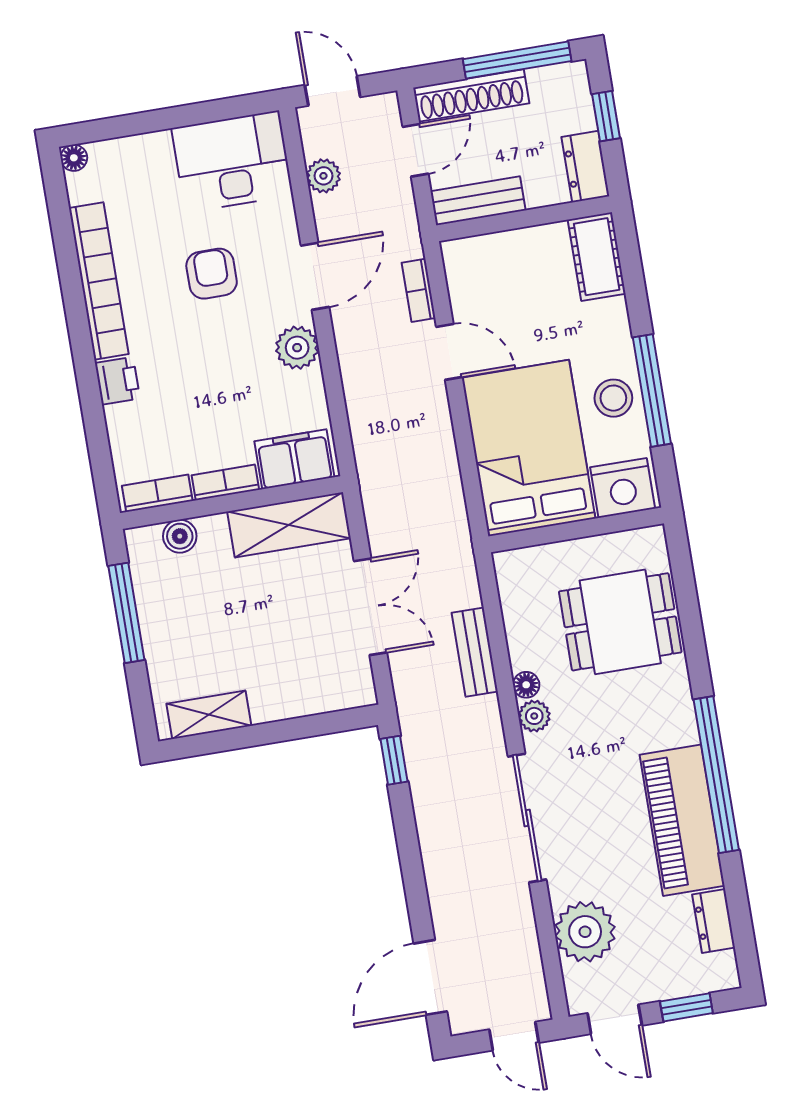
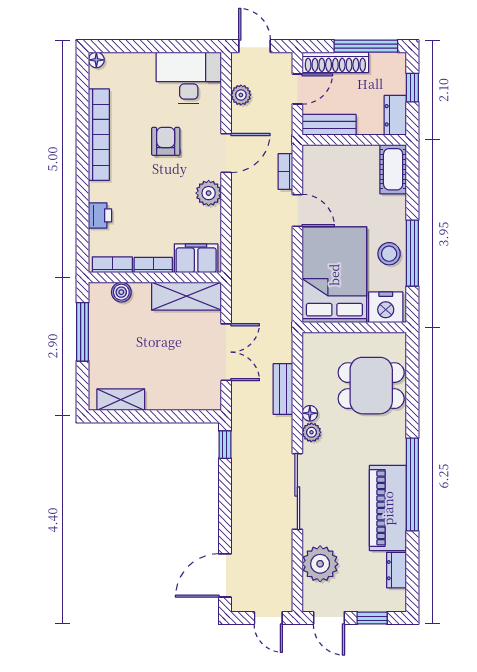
printer: (117, 381) -> (100, 215), moved

